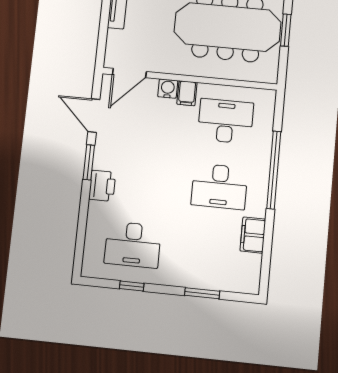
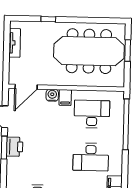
window: (274, 170) -> (126, 124), moved
printer: (102, 186) -> (15, 147), moved

